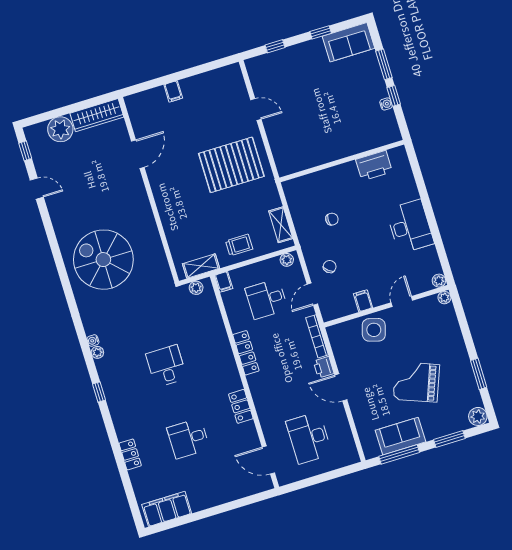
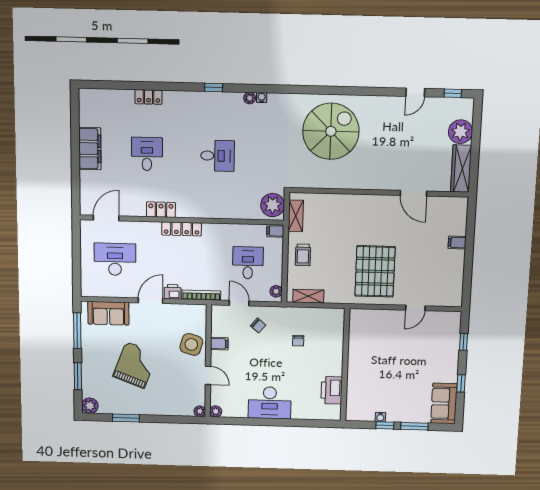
plant: (196, 288) -> (273, 205), width x1.88, depth x1.88
locker: (246, 353) -> (182, 229), moved
sofa: (400, 436) -> (108, 313), moved, turned 90
filing cabinet: (167, 509) -> (90, 149), moved

